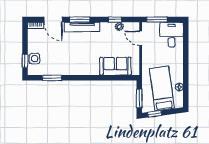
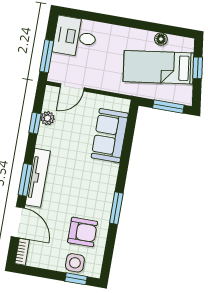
door: (53, 20) -> (18, 222), hinge flipped
armchair: (54, 60) -> (83, 232), added
window: (52, 78) -> (116, 208), moved
window: (155, 114) -> (198, 68), moved

